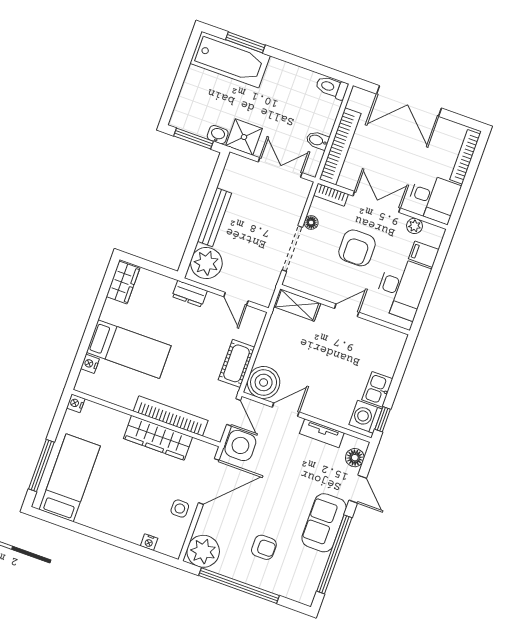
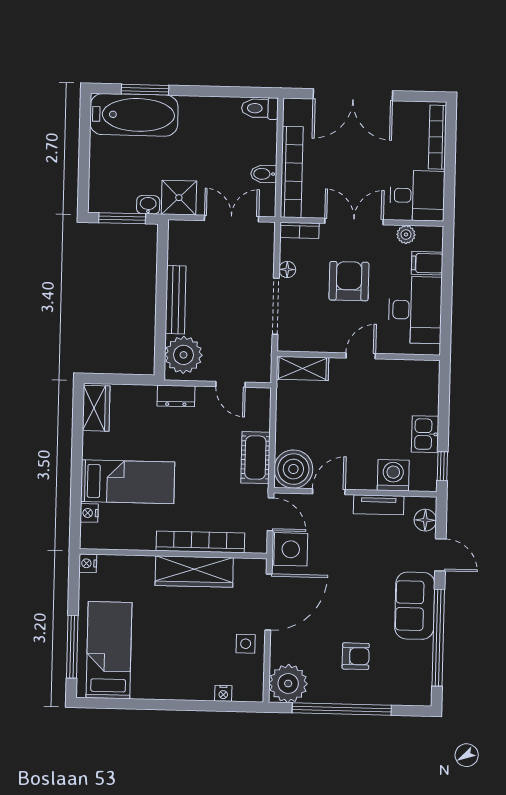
armchair: (357, 248) -> (349, 281), turned 180
washing machine: (365, 417) -> (393, 475), moved, turned 90

